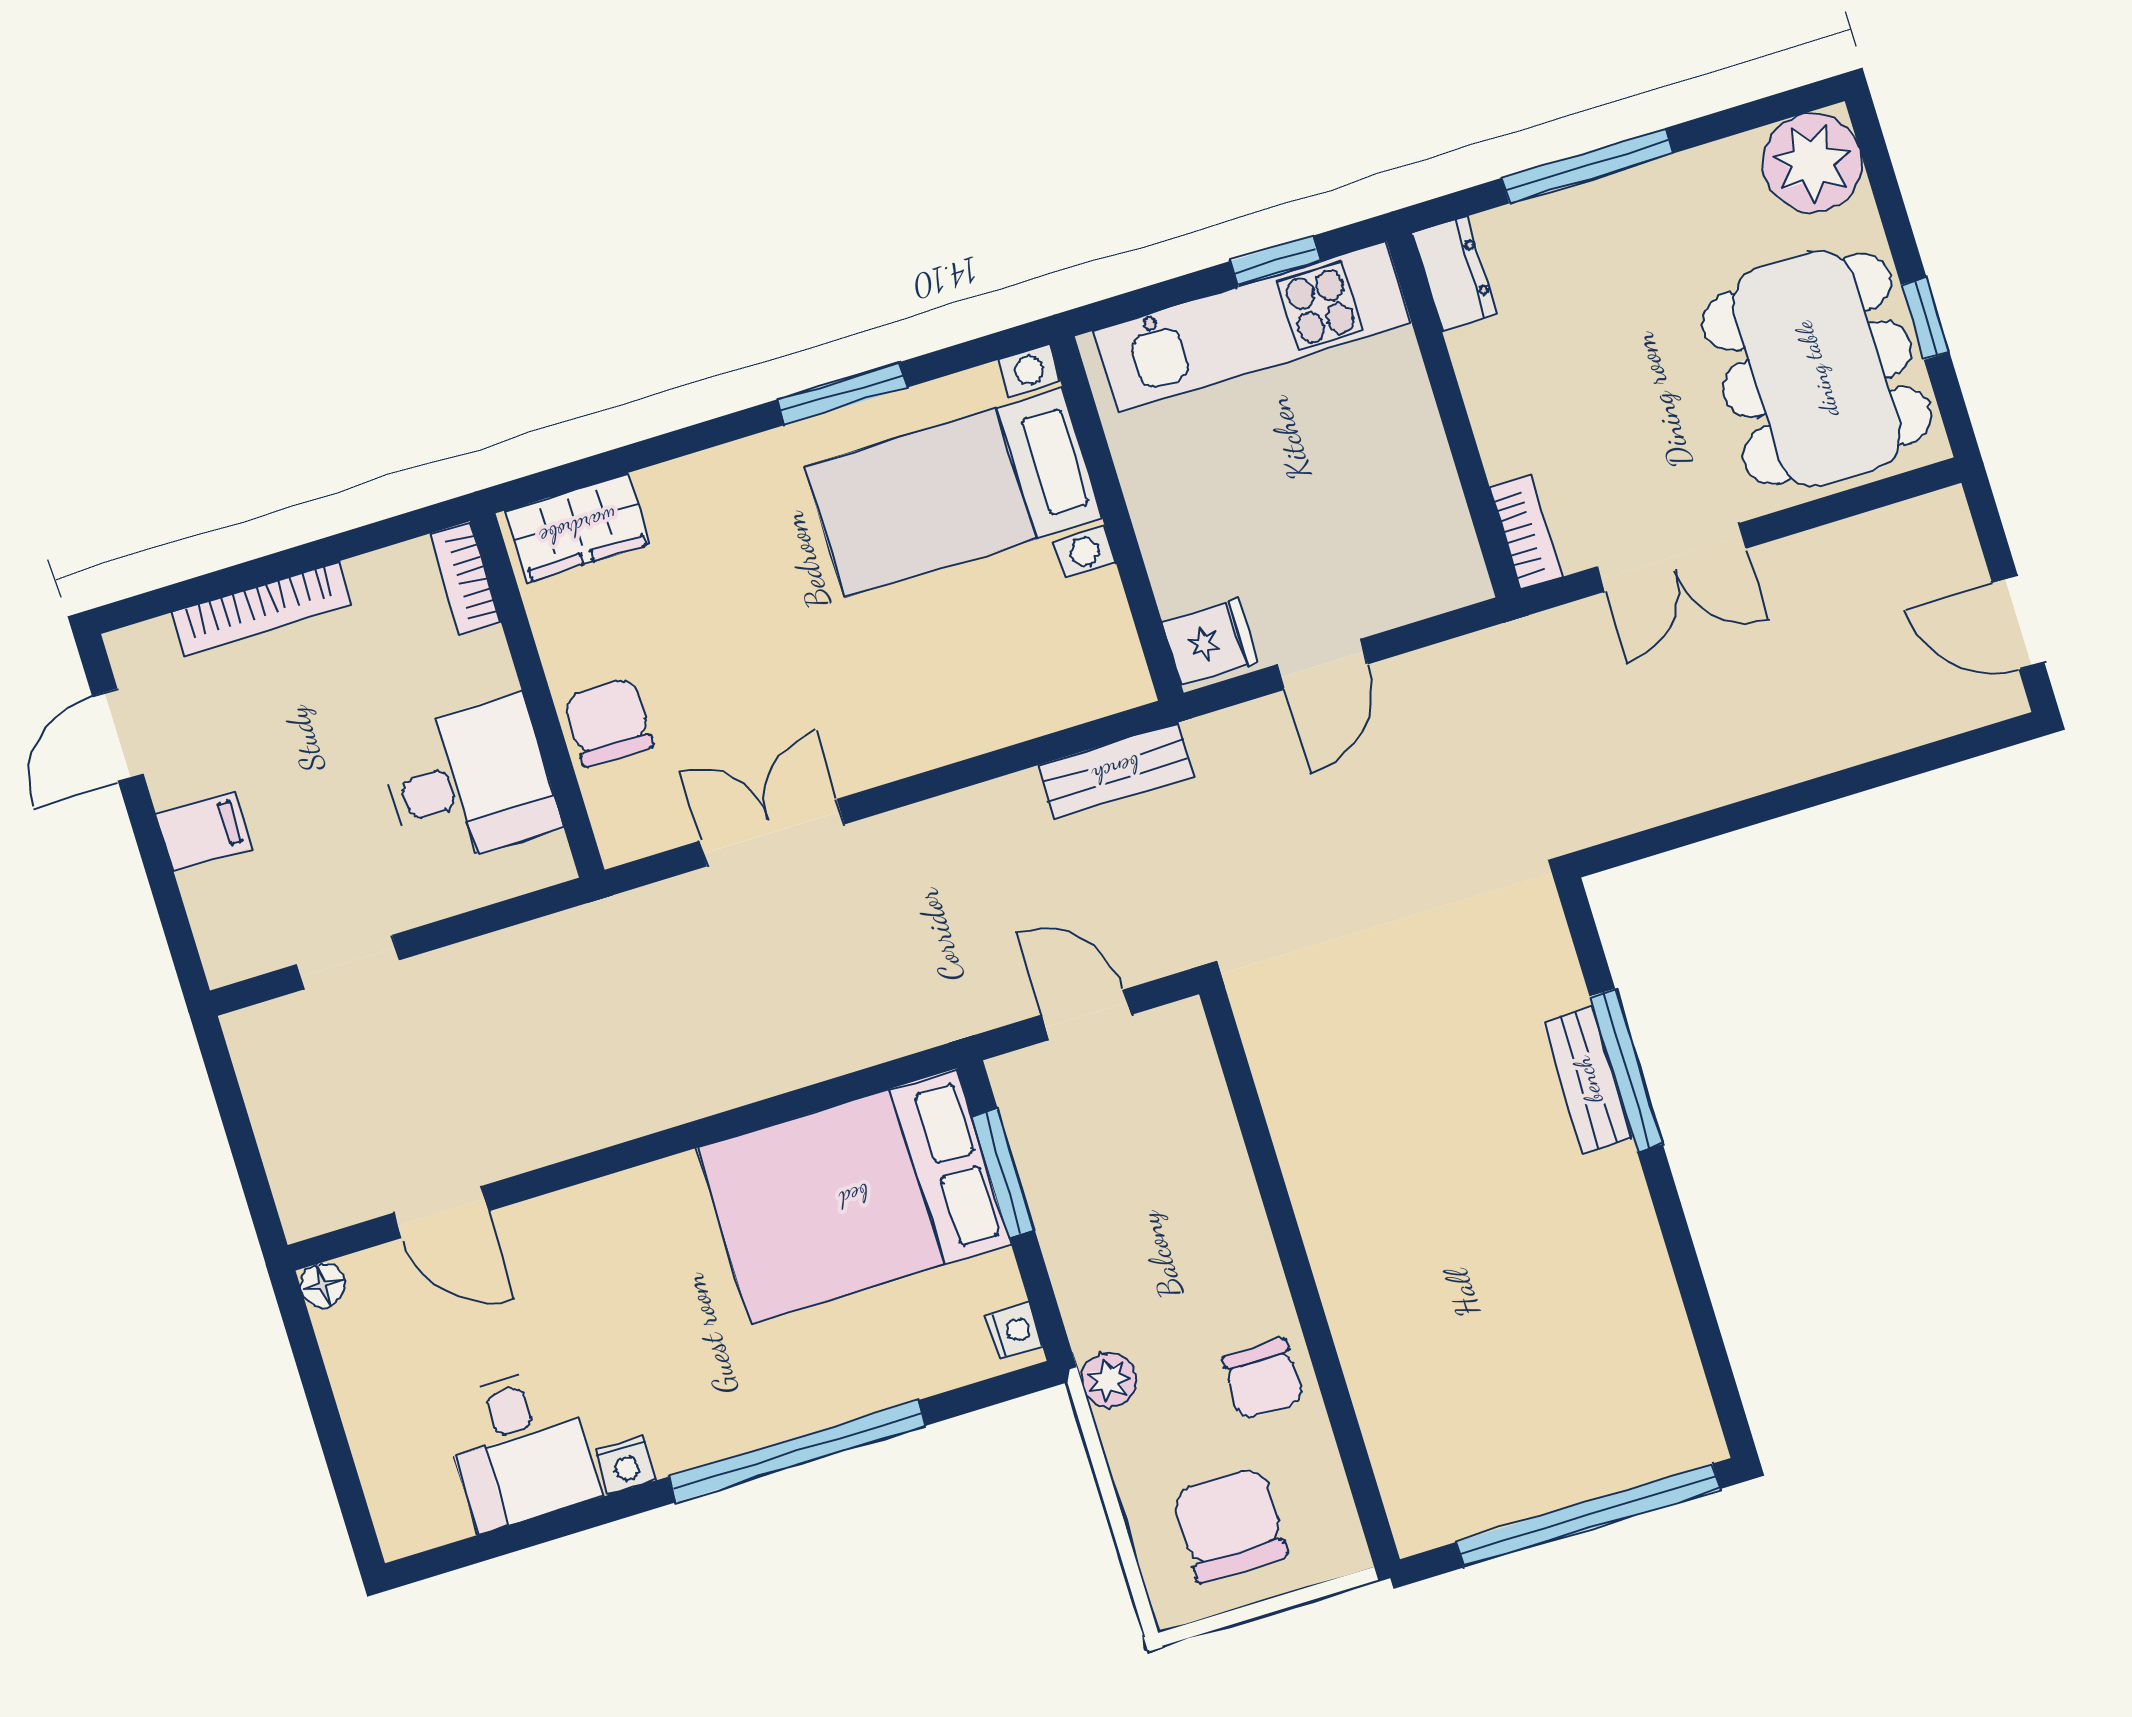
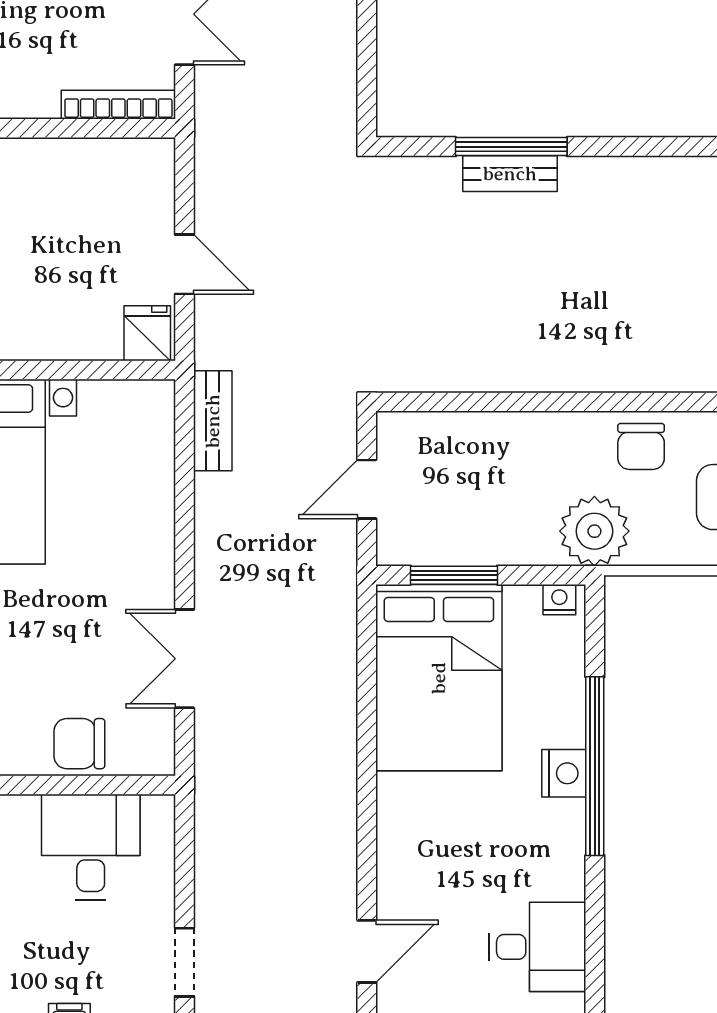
bookcase: (1526, 533) -> (118, 105), width x1.56
chair: (1263, 1379) -> (641, 446), turned 90
plant: (1109, 1380) -> (594, 531), width x1.88, depth x1.88
nightstand: (626, 1465) -> (564, 773), moved, width x1.39, depth x1.35

